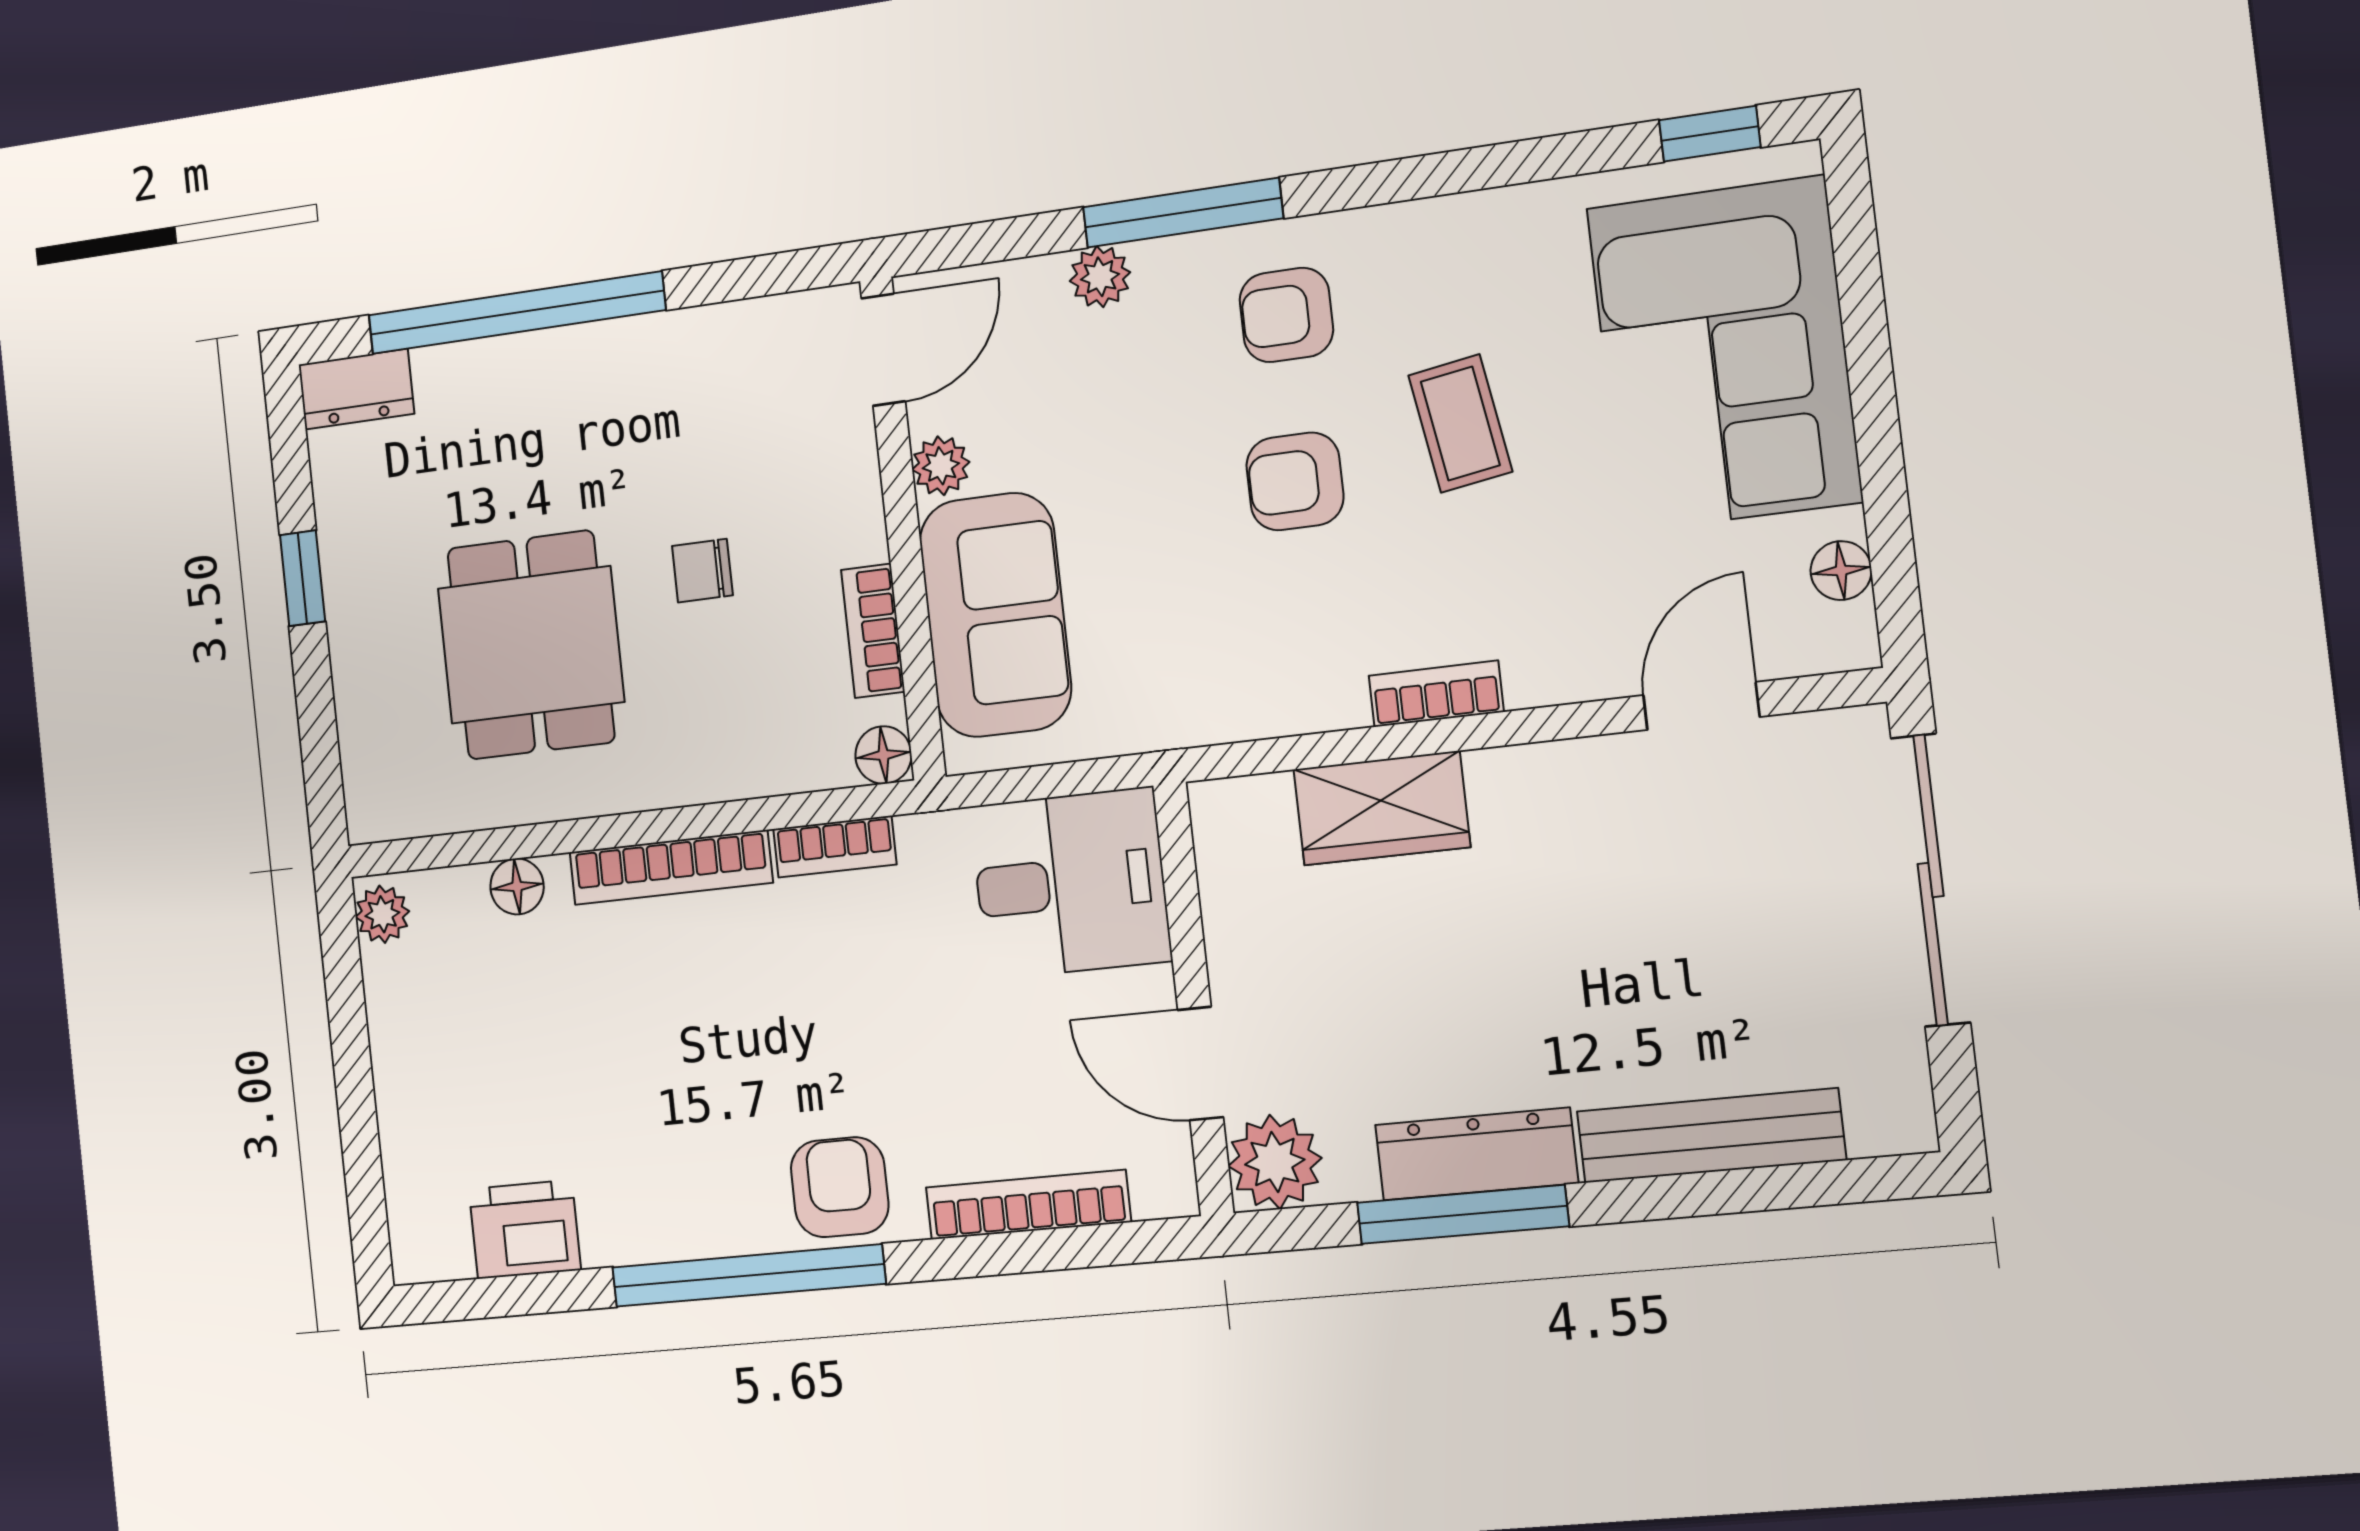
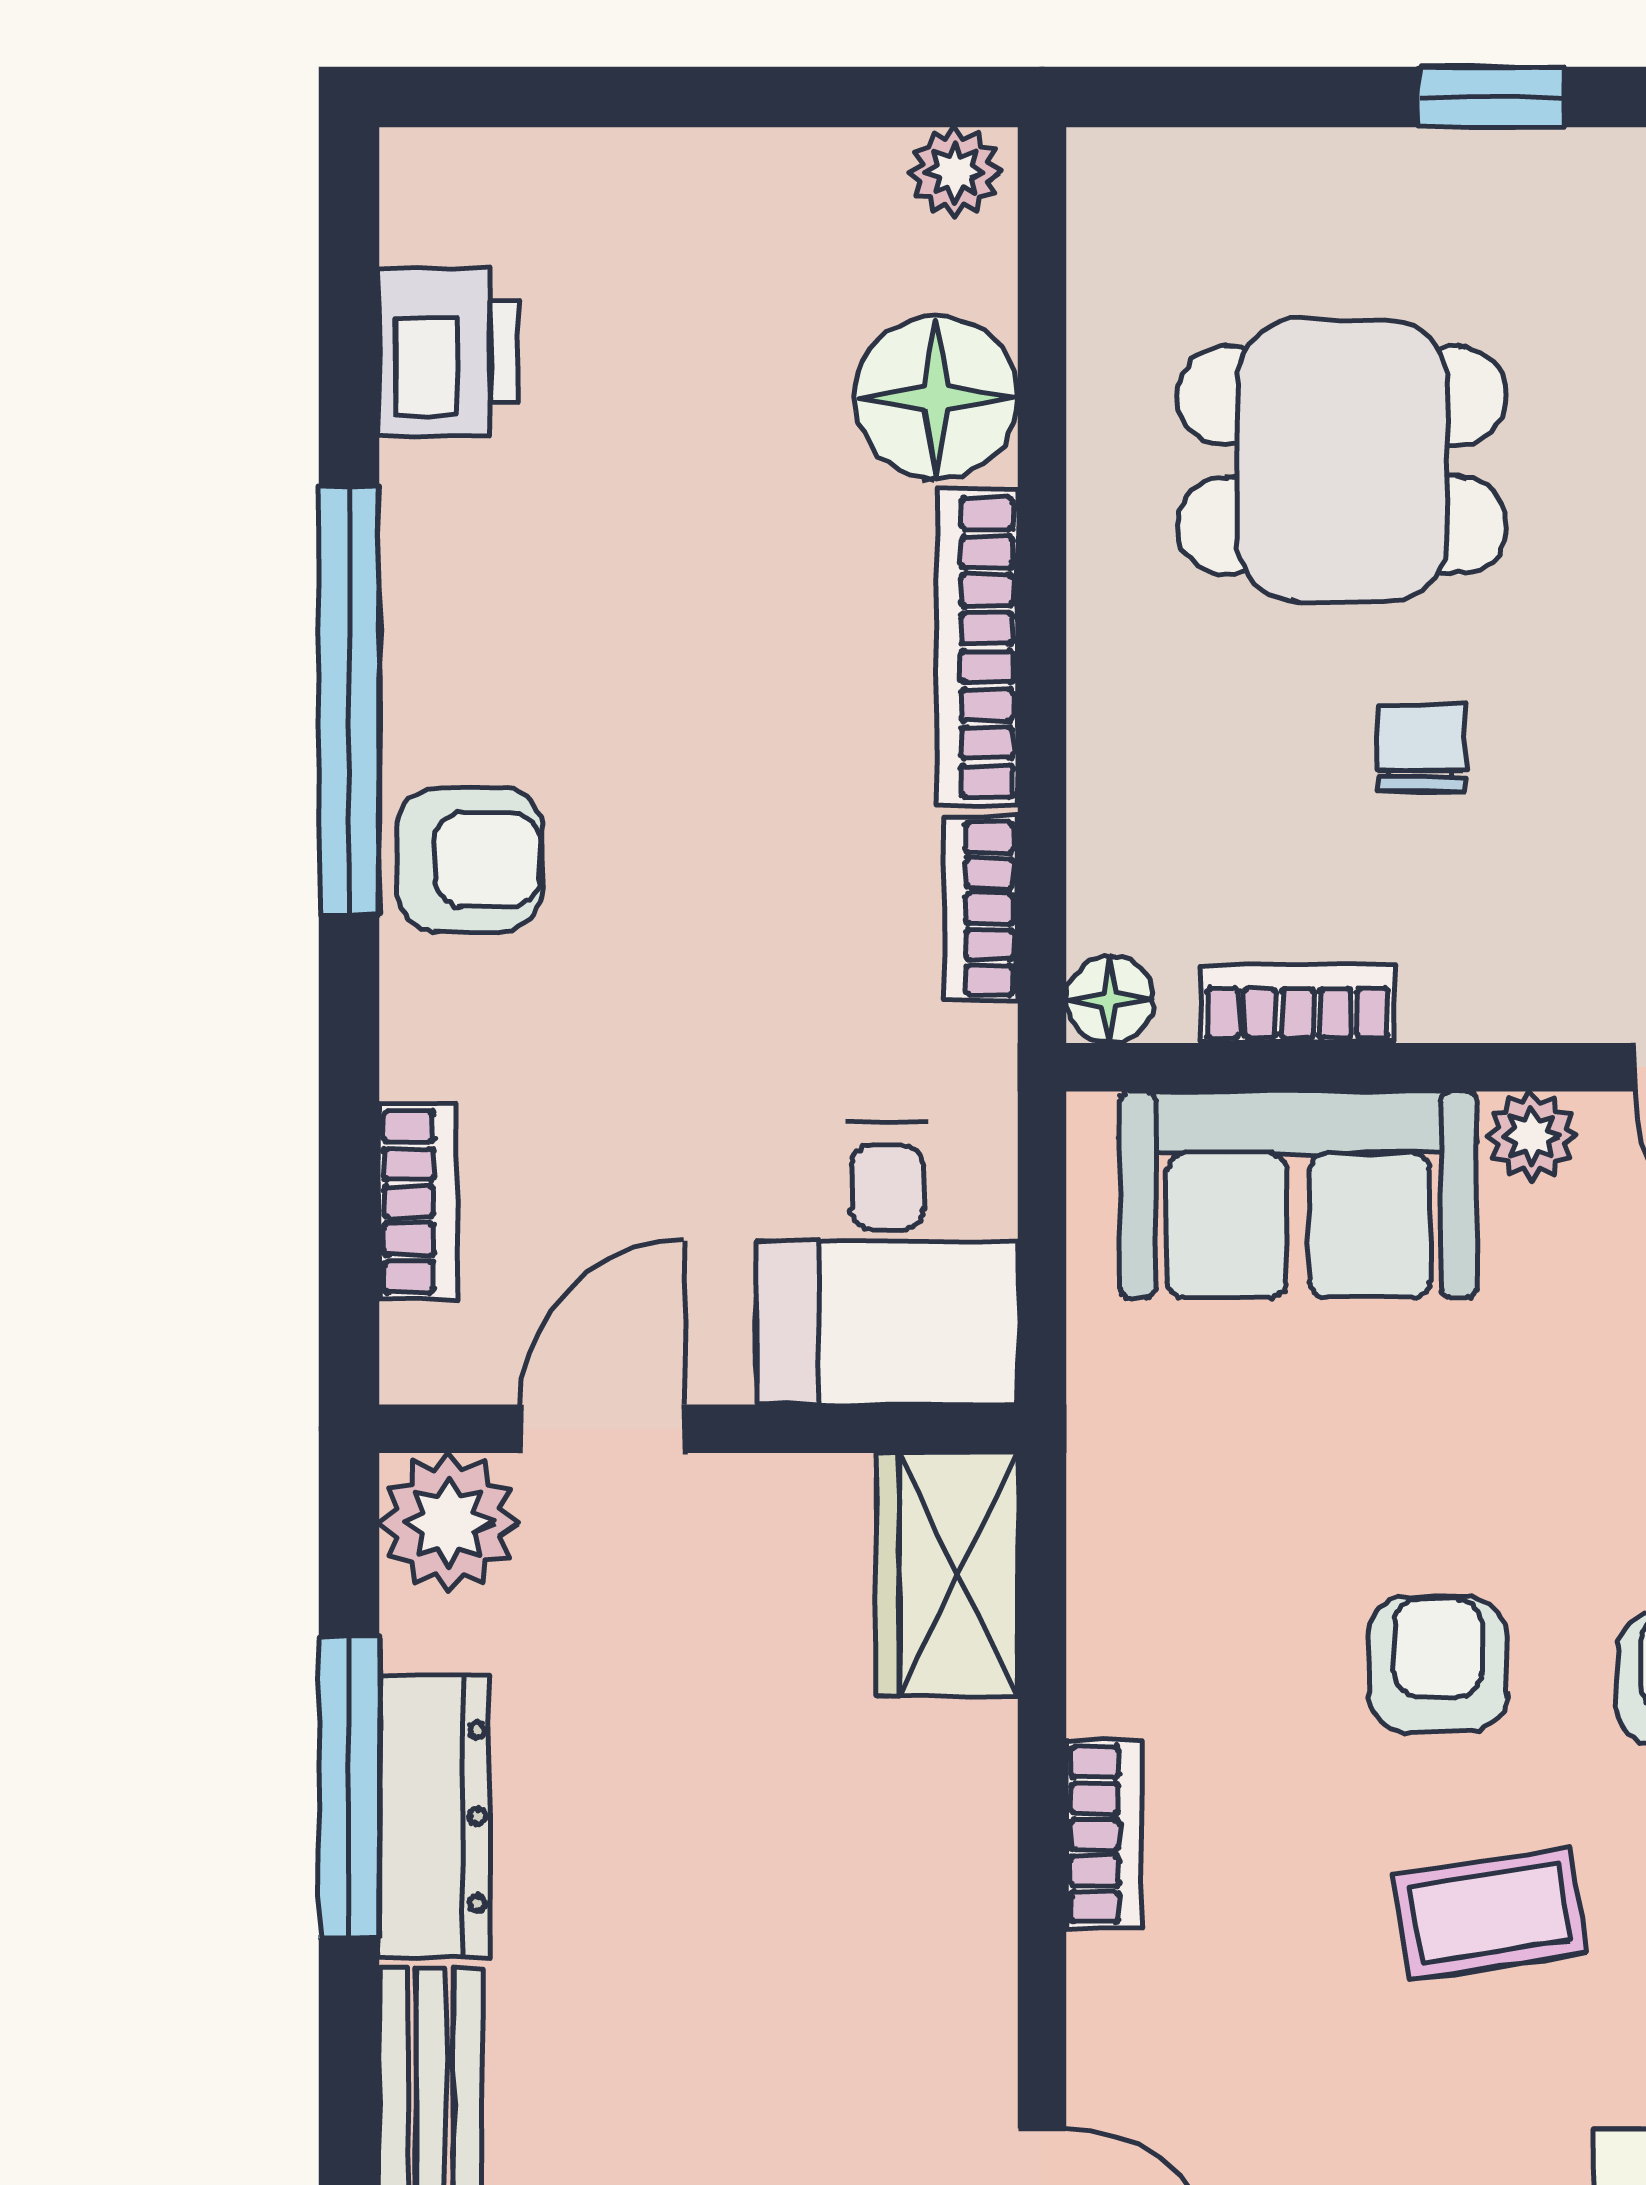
wardrobe: (1382, 808) -> (947, 1575), moved
floor lamp: (517, 886) -> (936, 397), width x1.89, depth x1.89
bookcase: (1028, 1205) -> (418, 1202), width x0.64

